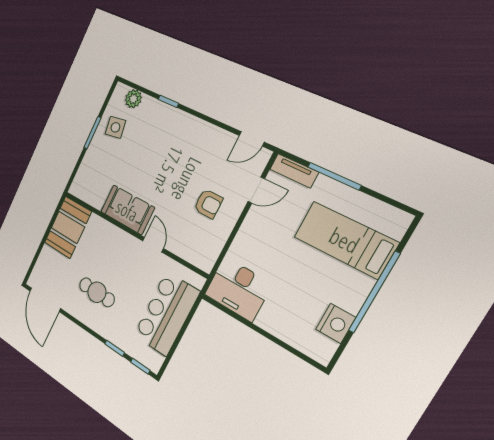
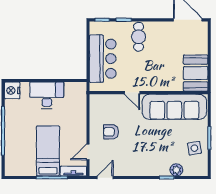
plant: (133, 99) -> (176, 170), moved
sofa: (127, 210) -> (174, 107), width x1.85, depth x1.27
bed: (345, 240) -> (48, 151), moved, turned -90
desk: (238, 289) -> (47, 95), moved
cafe table: (97, 292) -> (139, 37), moved, turned 90
nightstand: (336, 323) -> (12, 90), moved

